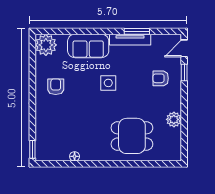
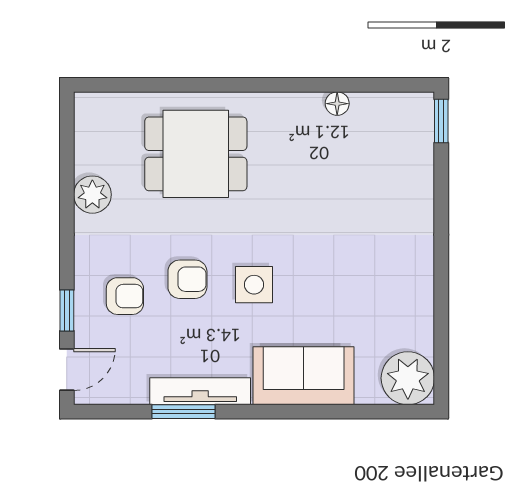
armchair: (56, 87) -> (187, 279), moved, turned -90

